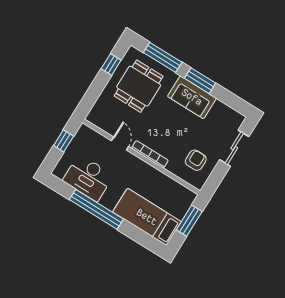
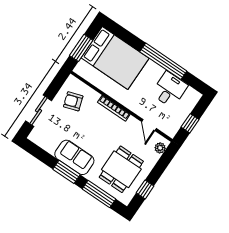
plant: (96, 112) -> (160, 148), added
door: (120, 144) -> (149, 125), moved
armchair: (196, 160) -> (73, 101), turned 72
desk: (88, 178) -> (169, 90), width x0.73
bed: (147, 217) -> (115, 58), width x1.50

